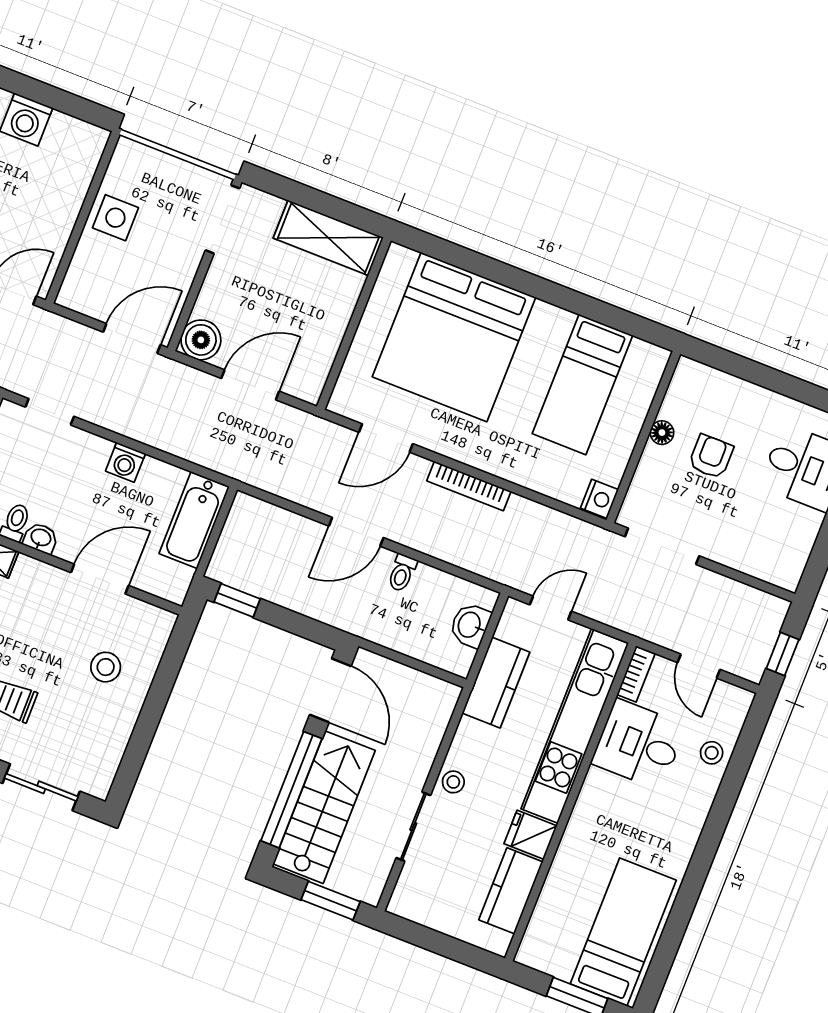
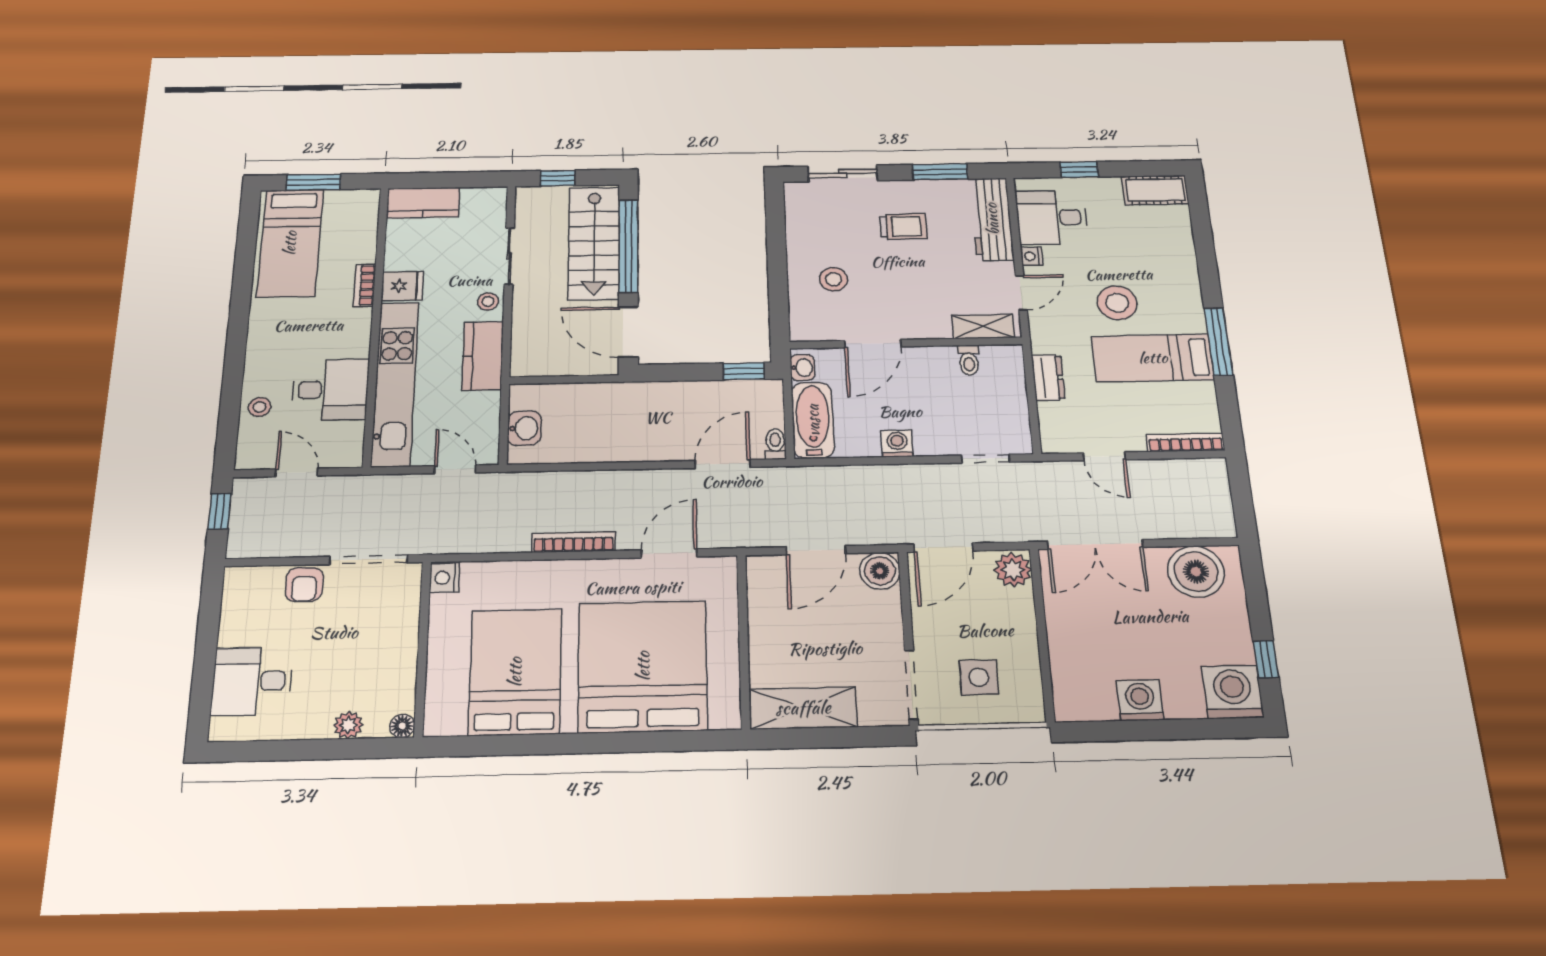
side table: (115, 218) -> (979, 677), moved
plant: (79, 290) -> (1013, 570), added
bed: (582, 384) -> (515, 672), width x1.50
plant: (734, 390) -> (348, 725), added
floor lamp: (662, 433) -> (402, 726), moved
armchair: (711, 456) -> (304, 585), moved
door: (356, 532) -> (723, 464), moved
washbasin: (41, 538) -> (803, 368), moved, turned -90
toilet: (402, 573) -> (775, 444), moved
door: (551, 608) -> (455, 469), swing flipped
bookcase: (636, 674) -> (365, 285), moved
kitchen counter: (496, 683) -> (483, 356), moved
kitchen counter: (511, 891) -> (423, 203), moved, turned 90
window: (331, 901) -> (558, 178), width x0.67

